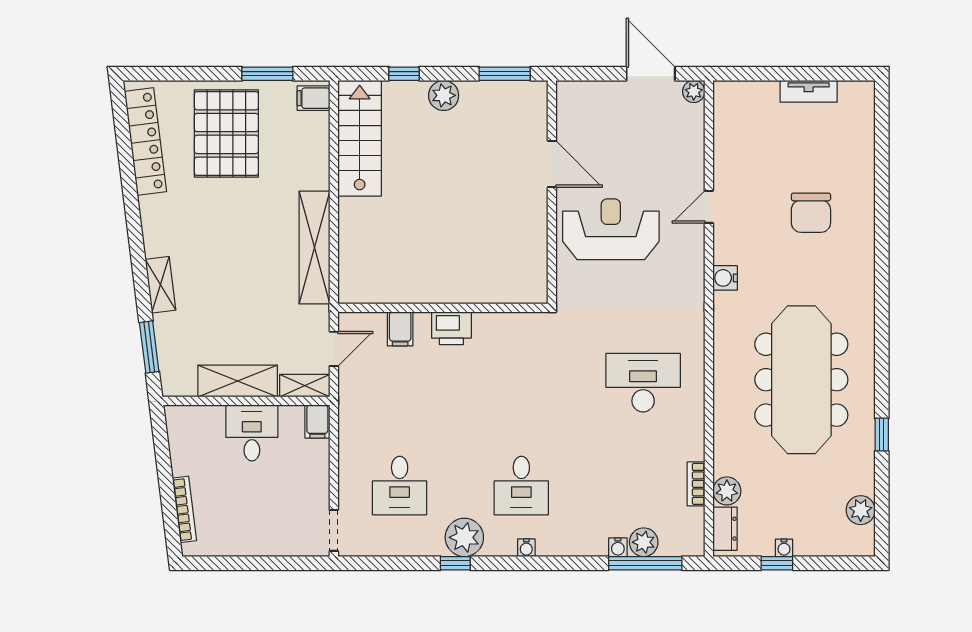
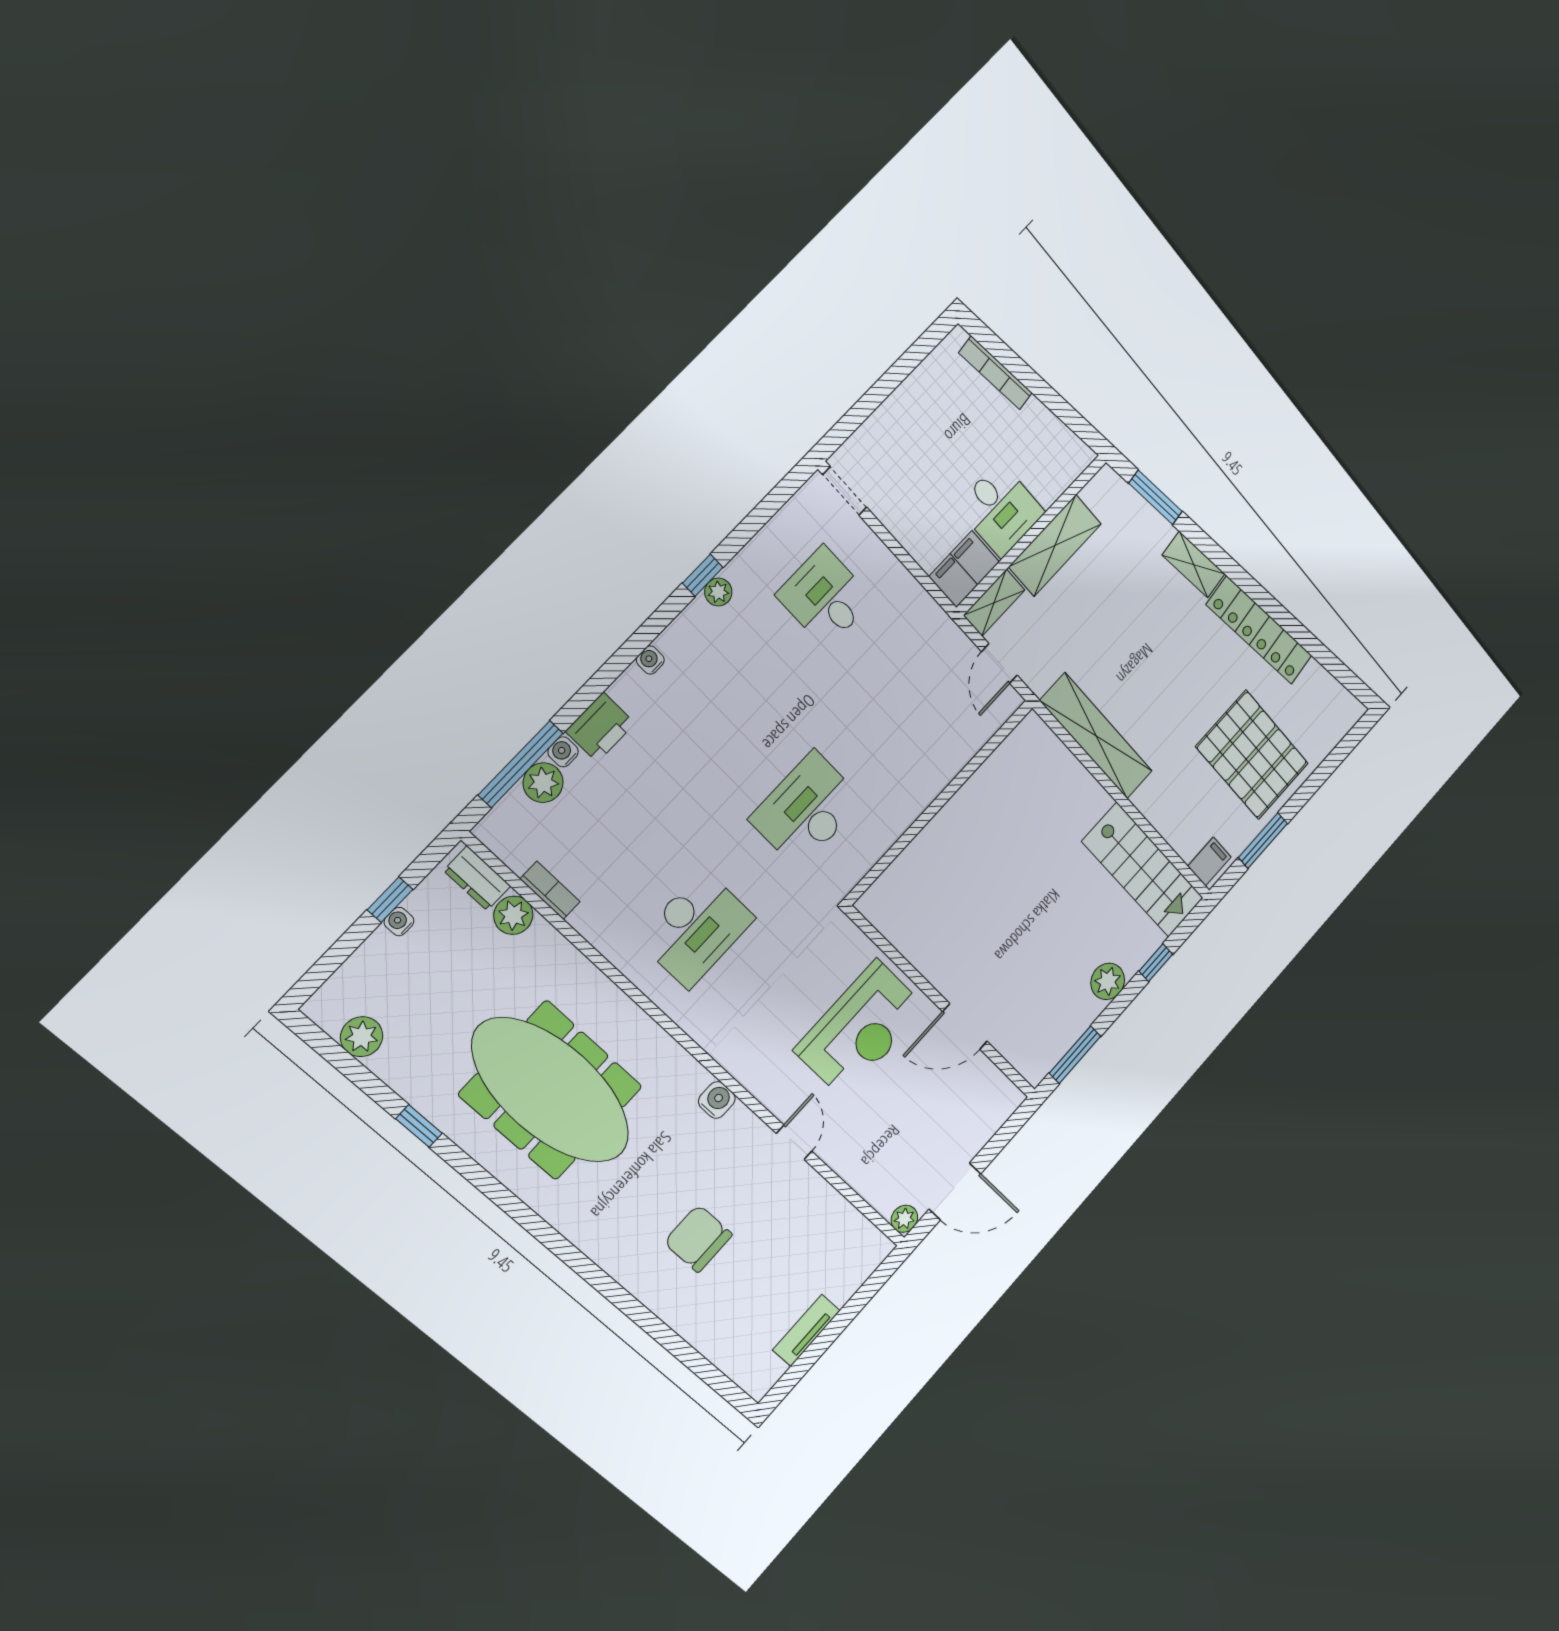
locker: (145, 142) -> (1259, 630), moved
printer: (451, 328) -> (600, 727), moved, turned 180
filing cabinet: (400, 329) -> (959, 743), removed
filing cabinet: (317, 421) -> (964, 569), width x2.00
desk: (521, 486) -> (807, 810), moved, width x1.37
plant: (464, 537) -> (718, 592), width x0.53, depth x0.53

